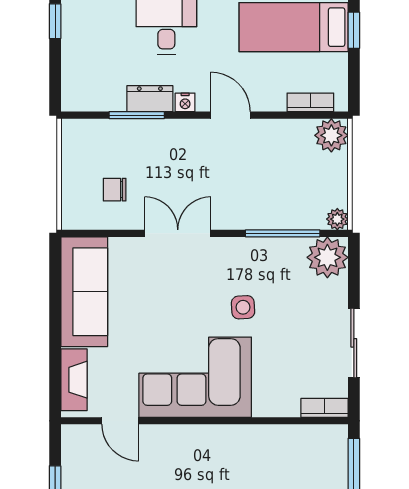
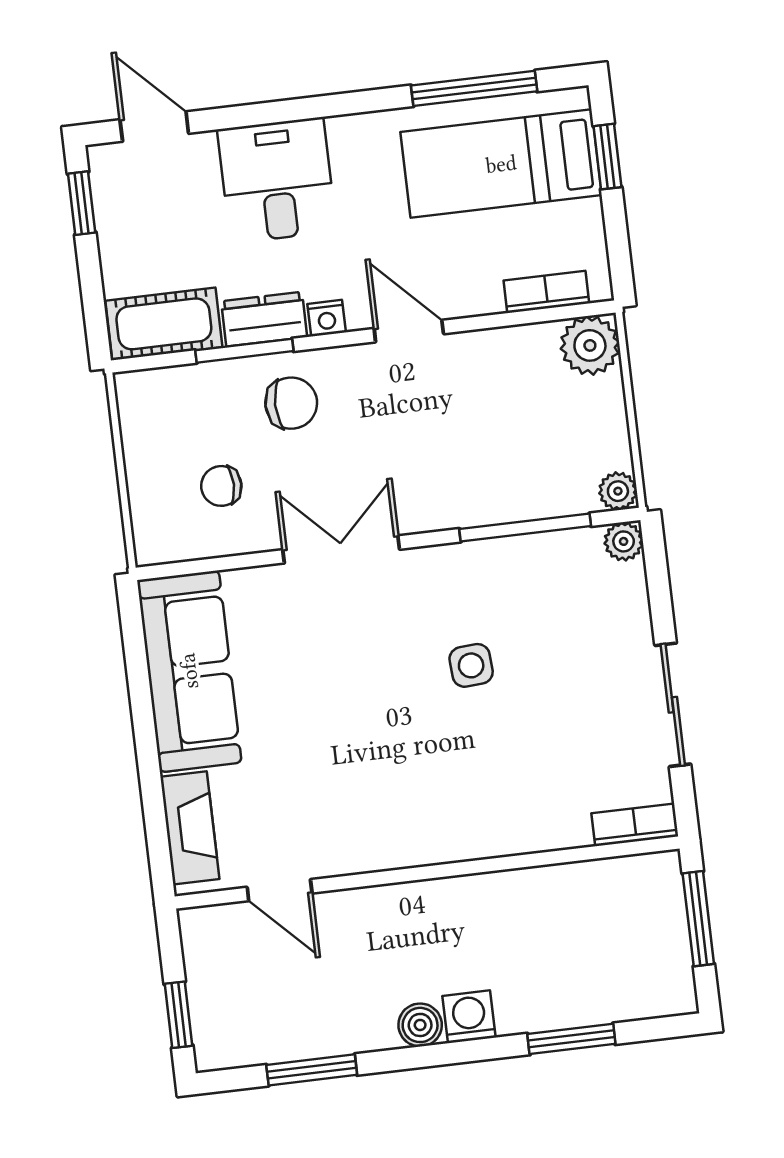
cot: (93, 95) -> (164, 324), added
chair: (159, 148) -> (291, 403), added
plant: (327, 257) -> (624, 541), width x0.53, depth x0.53
corner sofa: (195, 377) -> (402, 798), removed

